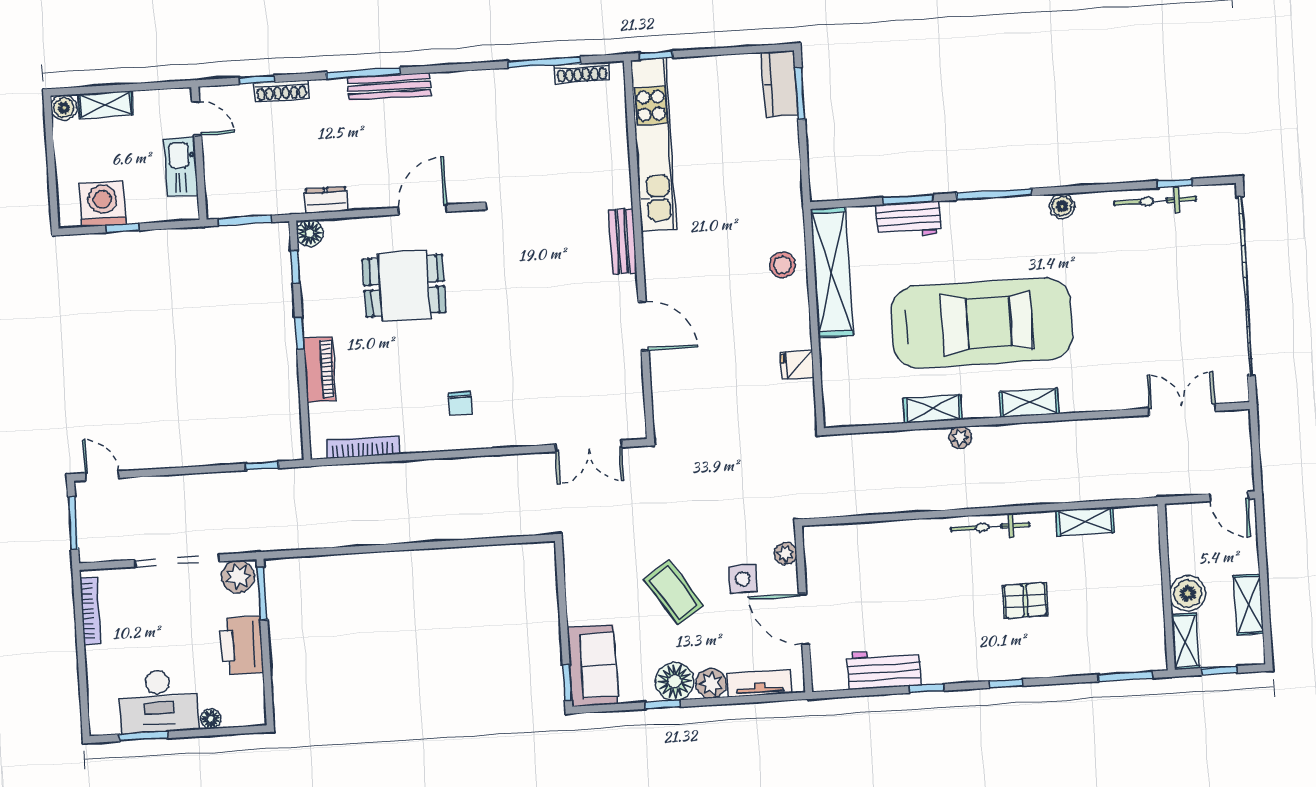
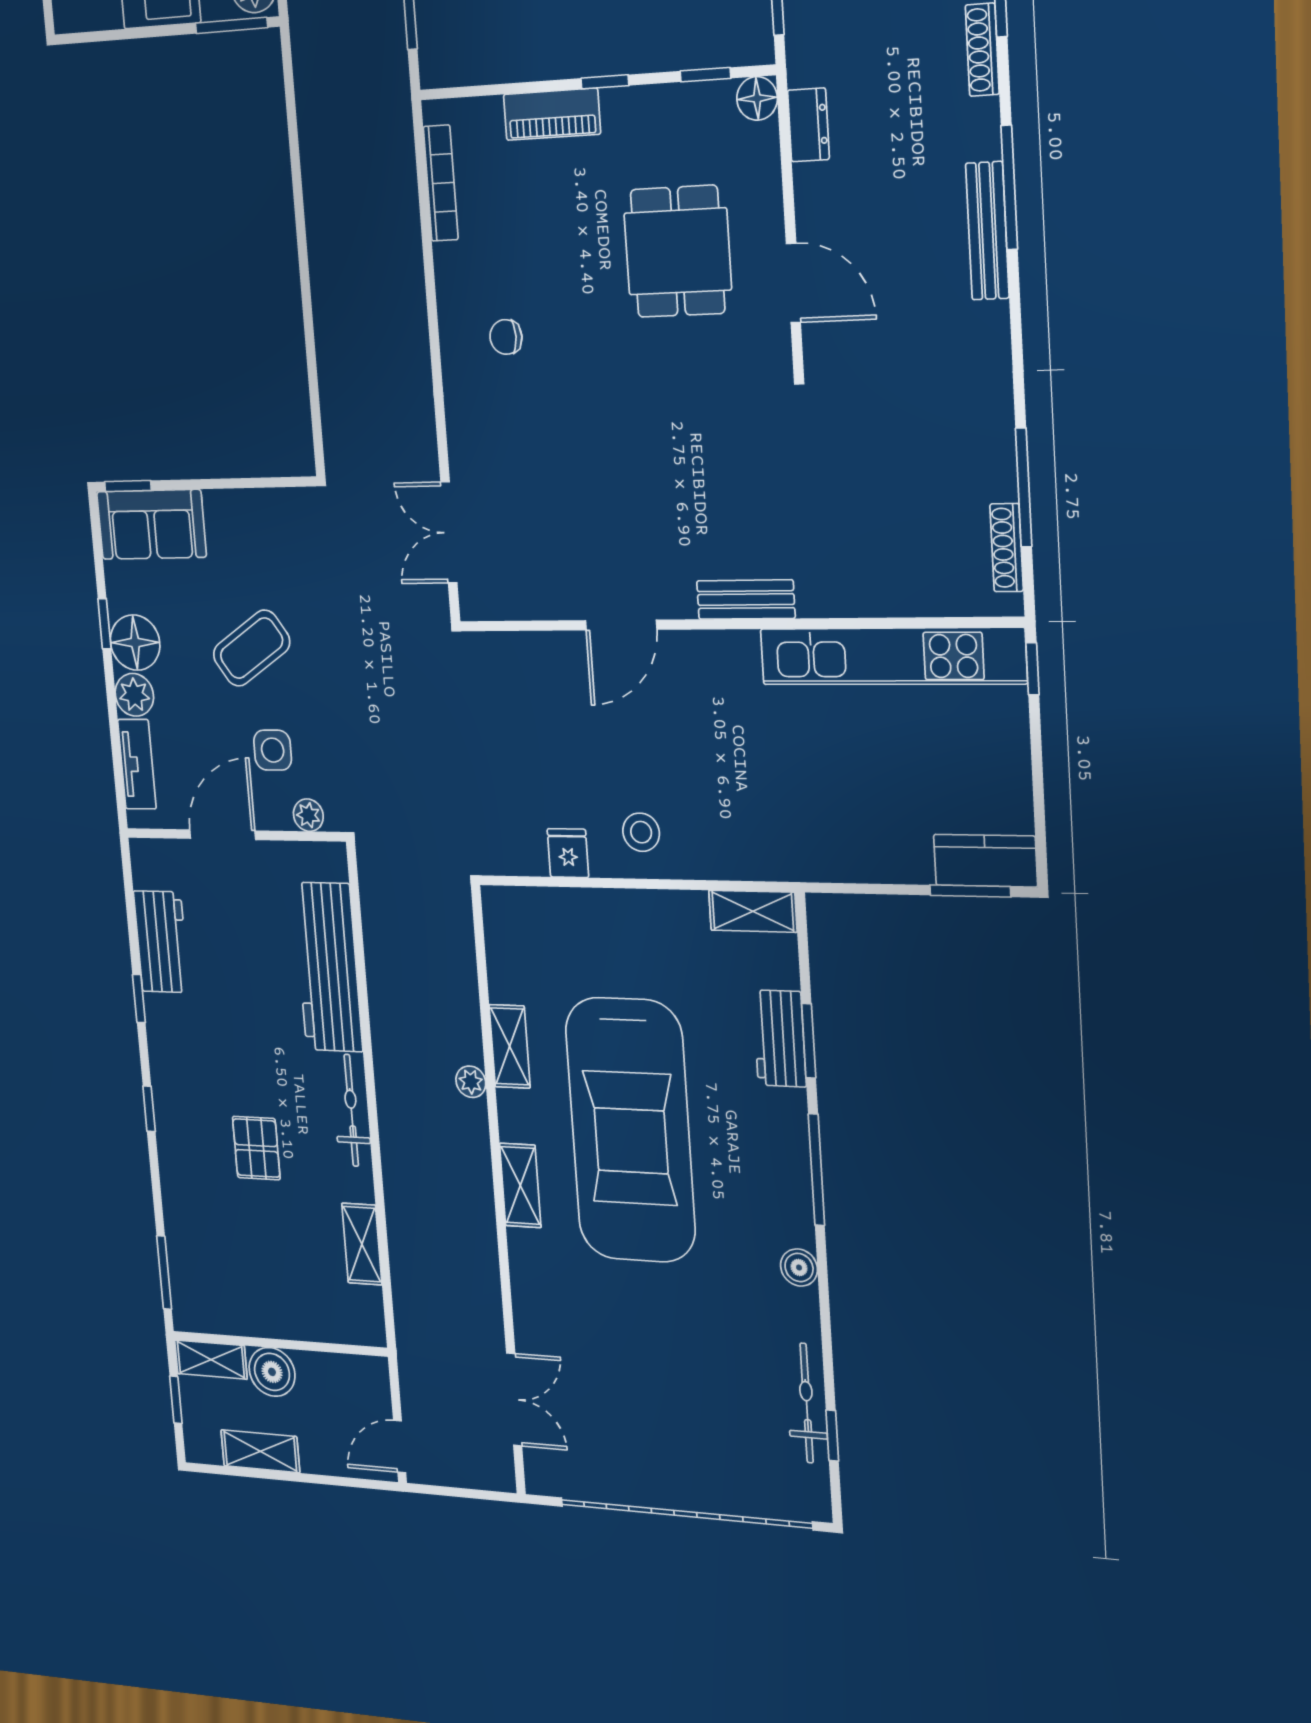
stool: (782, 265) -> (641, 832), moved
shelving: (832, 272) -> (753, 911), width x0.45, depth x0.75
workbench: (890, 542) -> (328, 967), added

